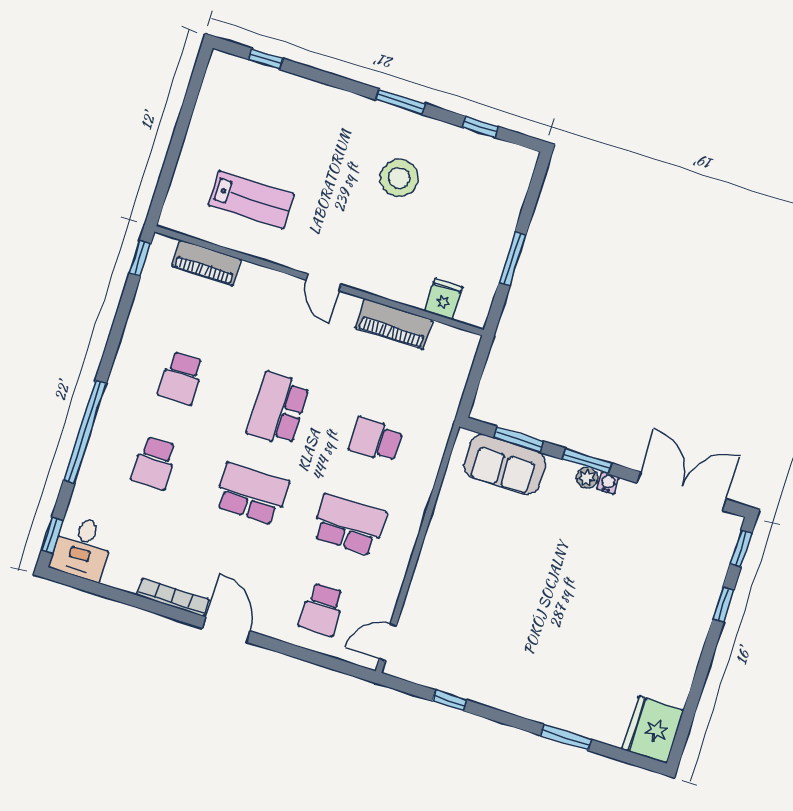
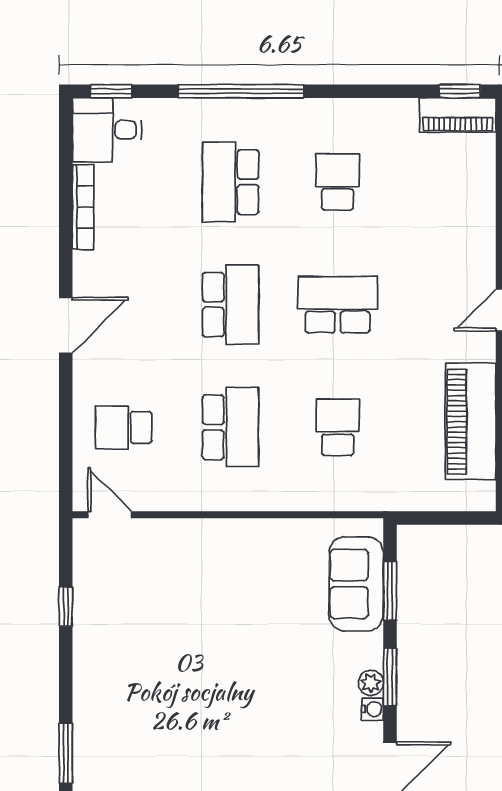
piano: (206, 263) -> (458, 115), moved, turned -90
piano: (394, 324) -> (471, 422), width x1.37, depth x1.33
school desk: (181, 378) -> (338, 182), turned 90
school desk: (154, 463) -> (231, 182), width x1.85
bookcase: (173, 597) -> (83, 207), moved

